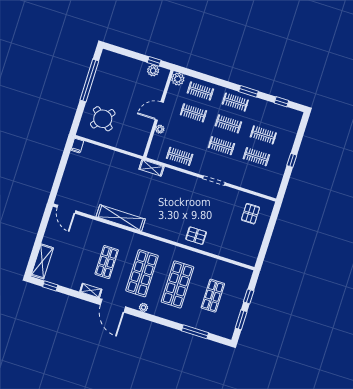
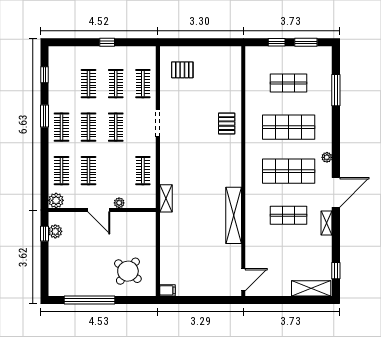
clothes rail: (249, 179) -> (143, 84), added

